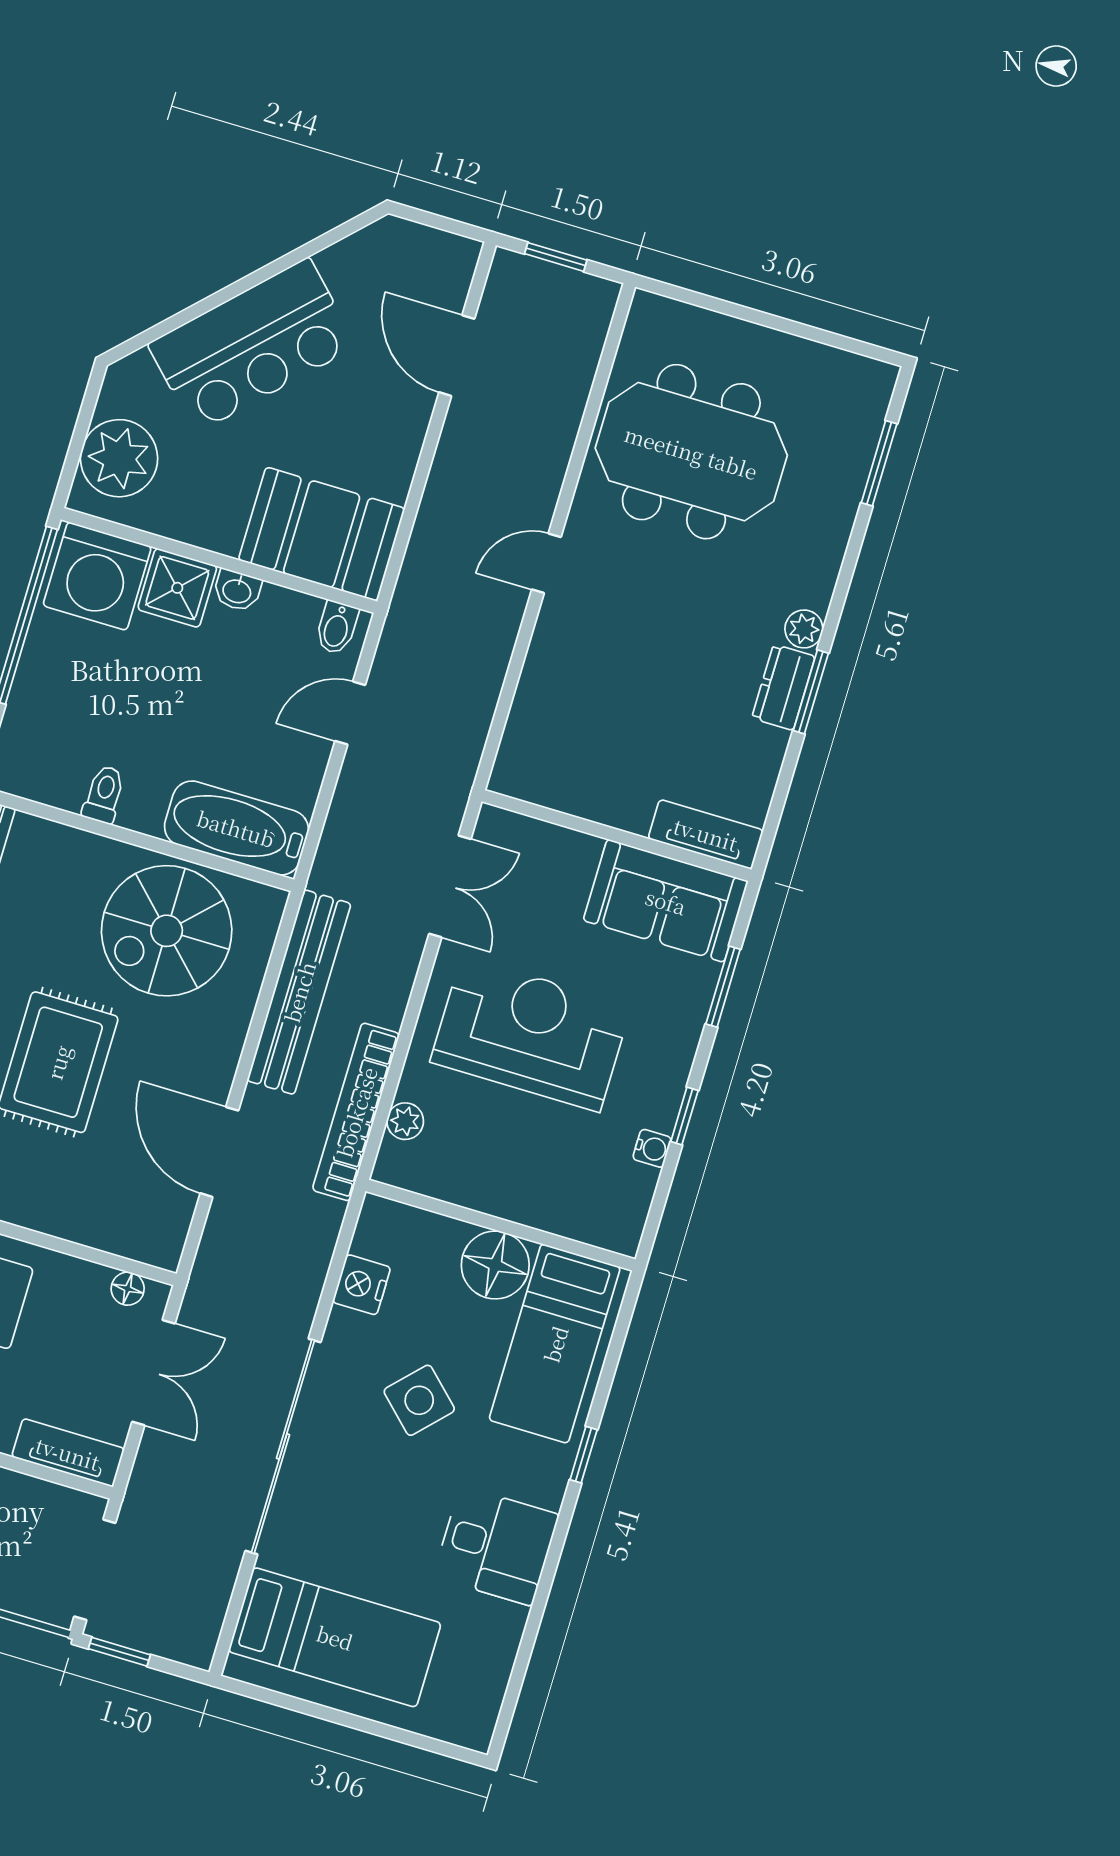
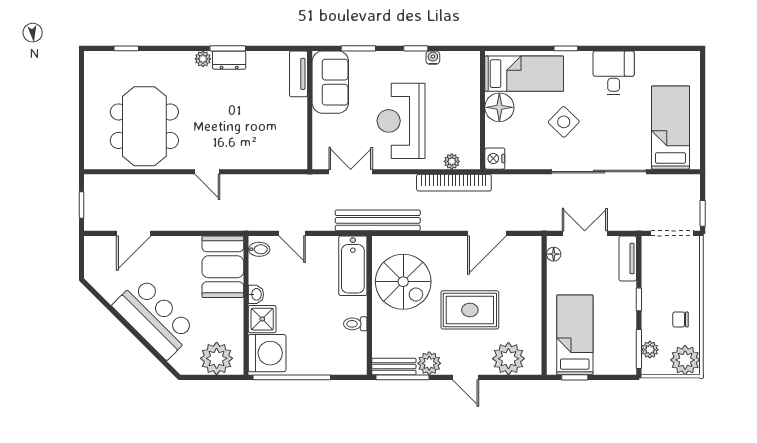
window: (879, 463) -> (126, 48), width x0.67
bench: (299, 992) -> (378, 220), moved
nightstand: (362, 1285) -> (495, 159), moved, turned 90

